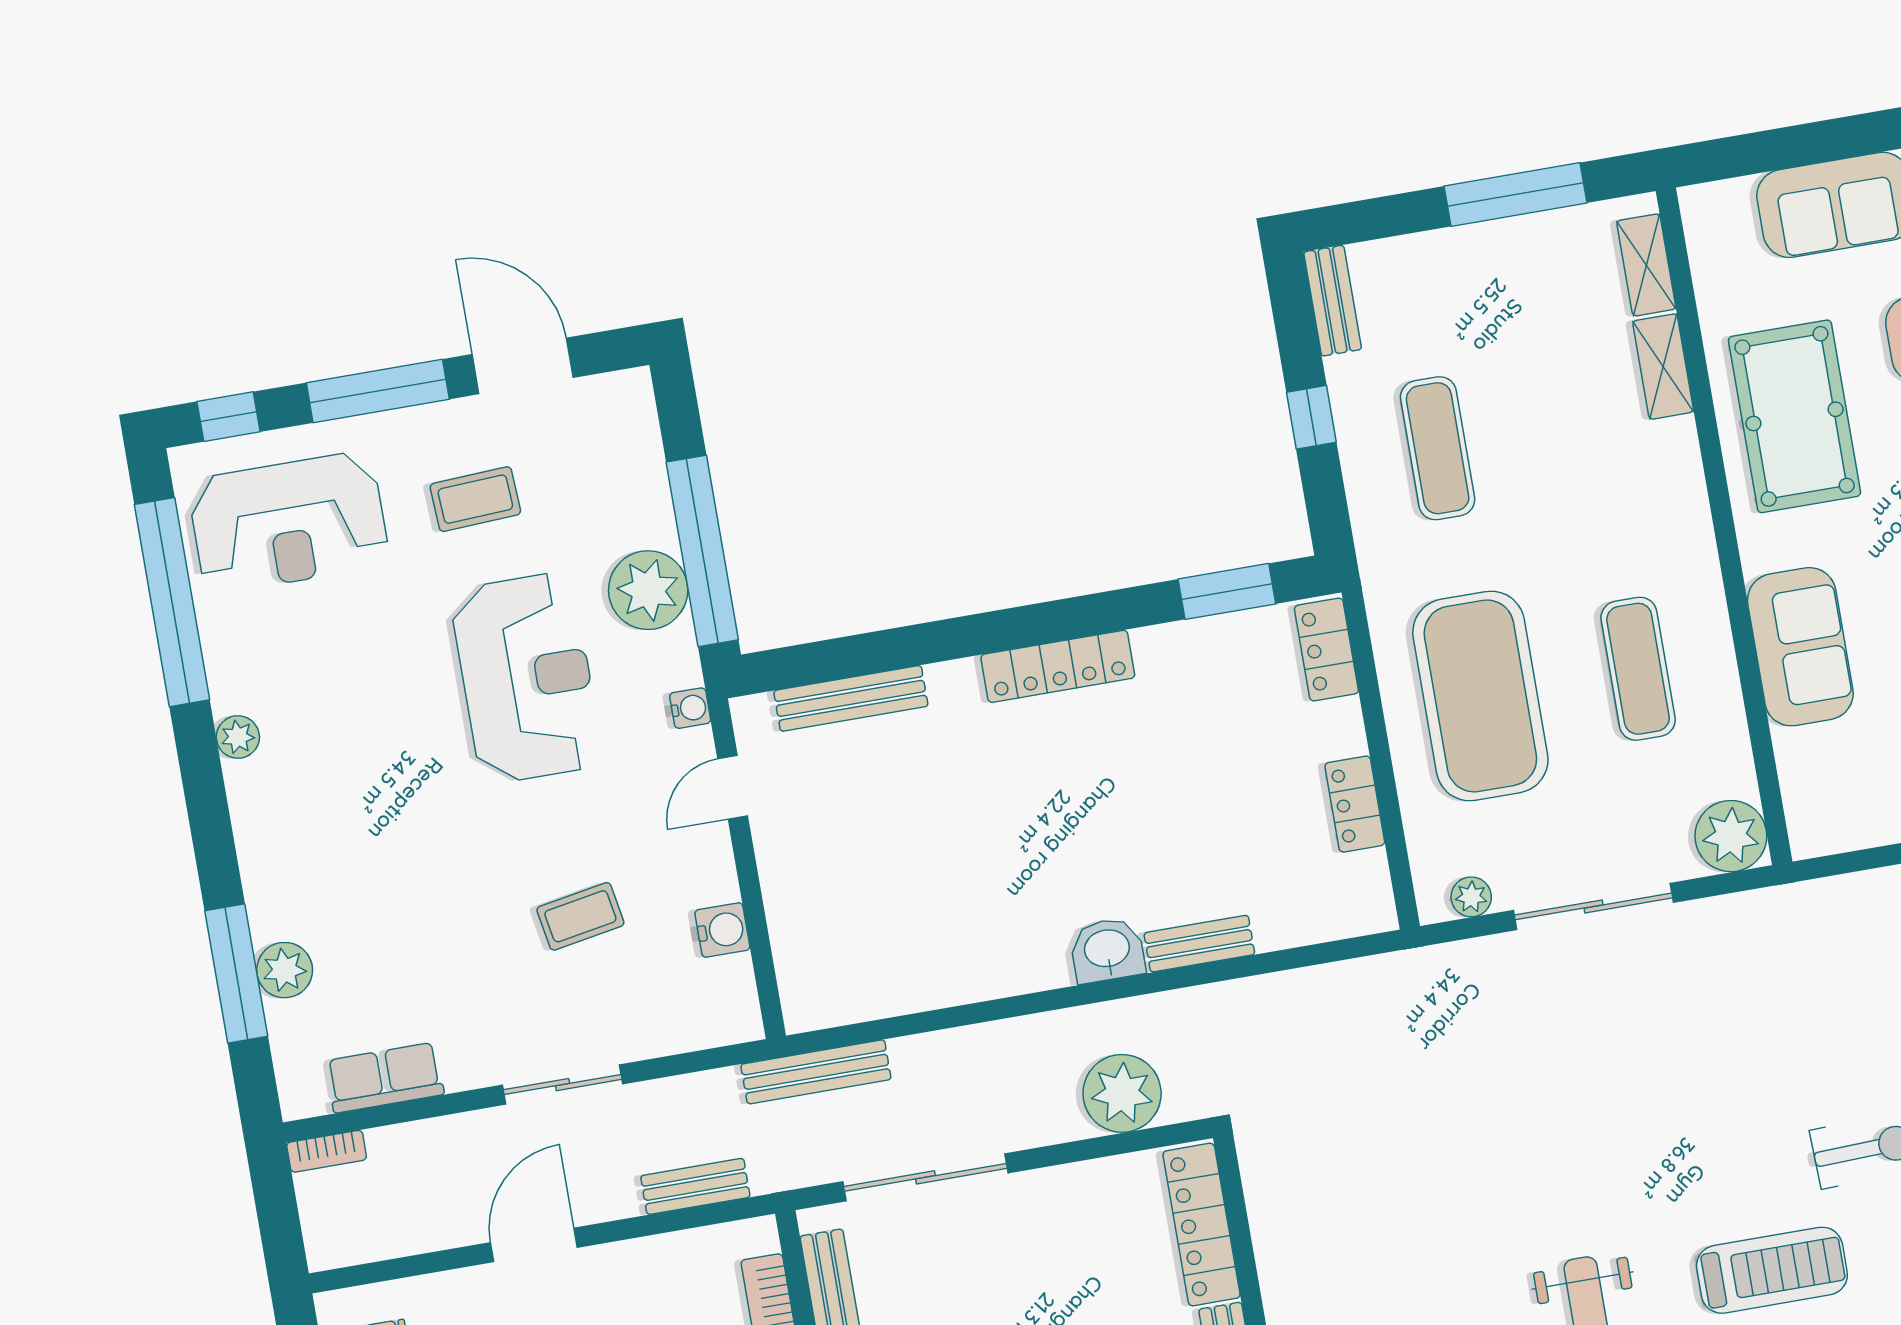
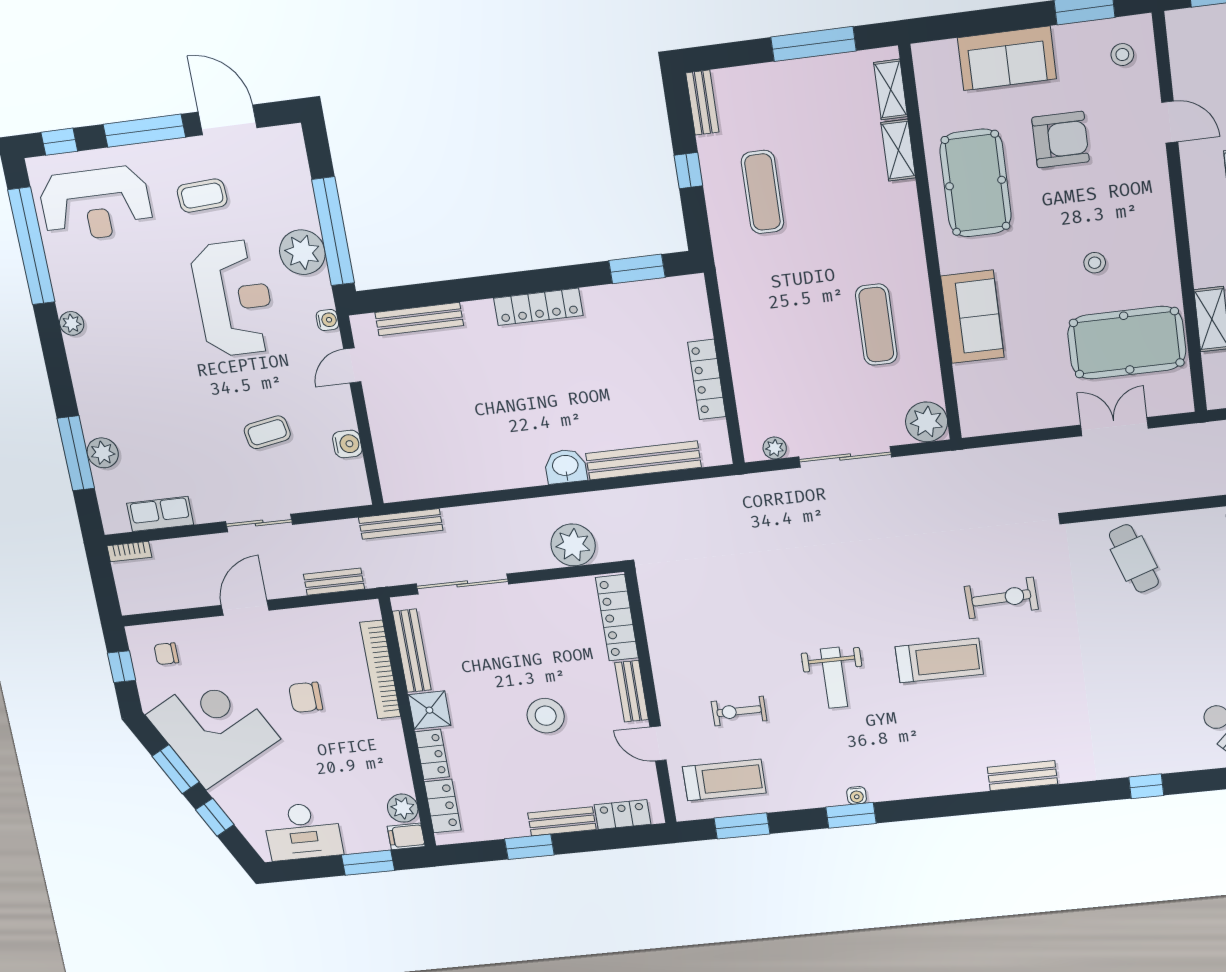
locker: (1326, 650) -> (694, 305), removed
exercise mat: (1480, 696) -> (783, 336), removed
locker: (1355, 804) -> (707, 379), width x1.53
bench: (1199, 944) -> (643, 460), width x1.86, depth x1.21

